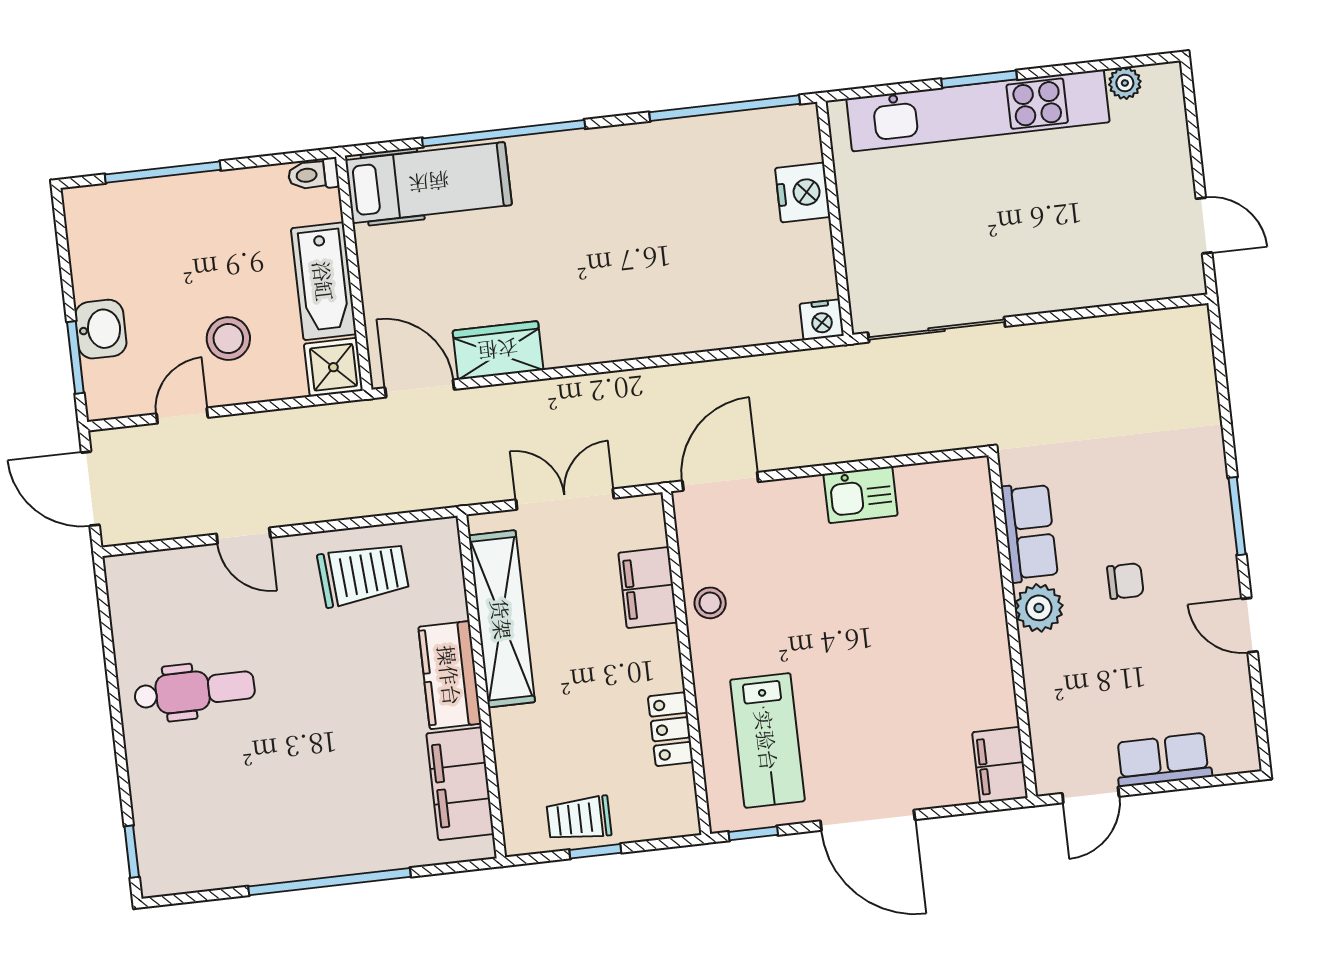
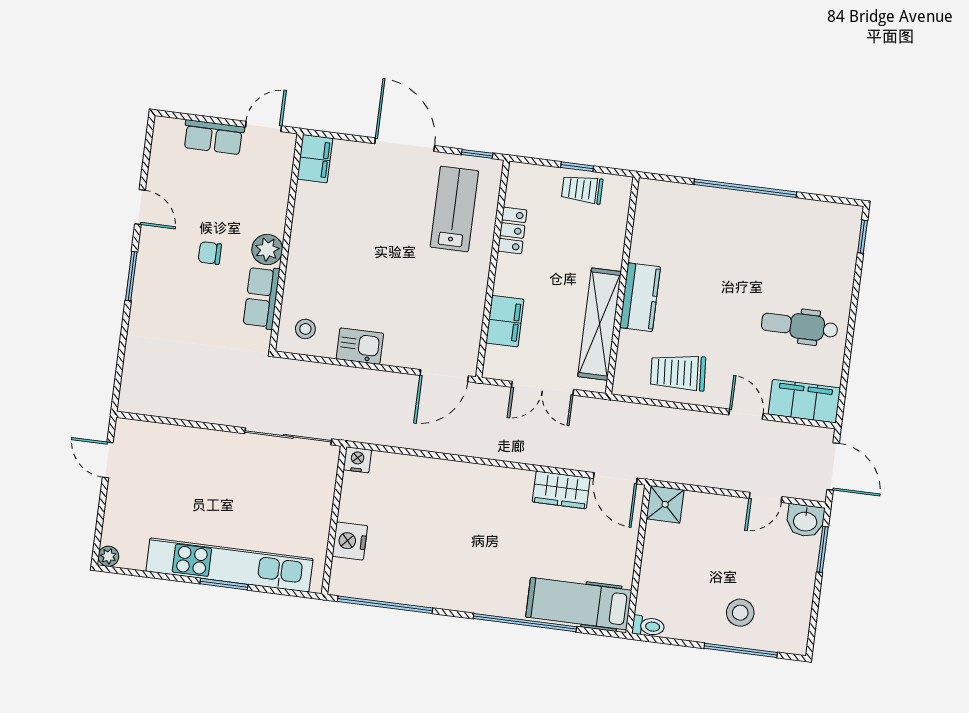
plant: (1125, 83) -> (108, 556), moved
bathtub: (324, 281) -> (658, 559), removed
washbasin: (101, 329) -> (805, 521), moved, turned -90
stool: (228, 339) -> (740, 613), moved
stool: (710, 603) -> (305, 329), moved
filing cabinet: (460, 784) -> (804, 401), moved, turned -90
trolley: (579, 819) -> (582, 189), turned 180

